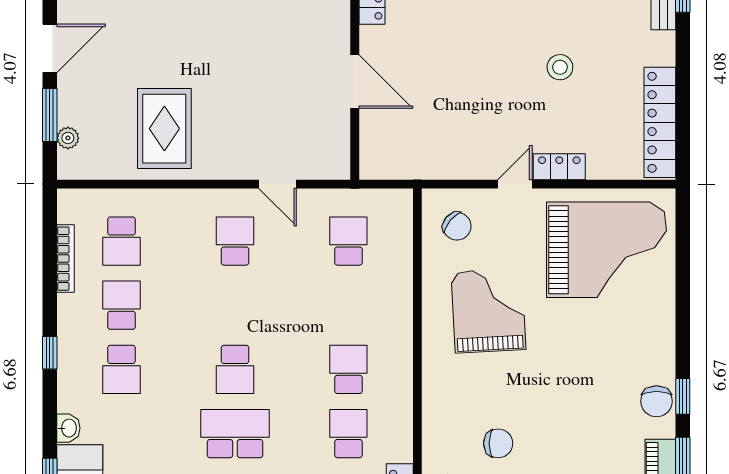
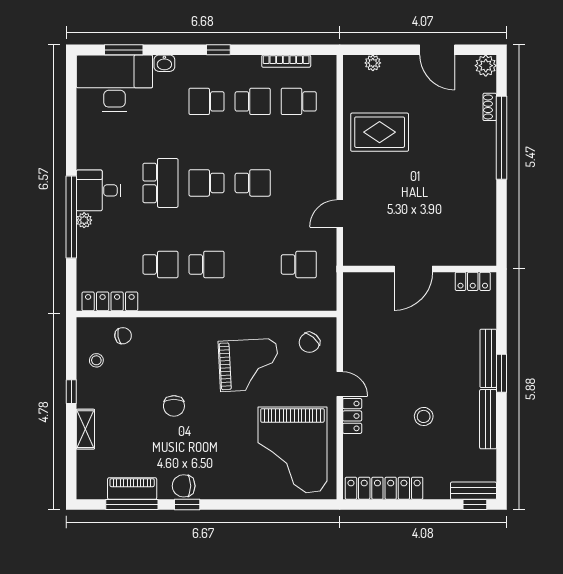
window: (50, 115) -> (389, 50), removed
school desk: (235, 241) -> (253, 183), moved
chair: (498, 443) -> (174, 406), moved

